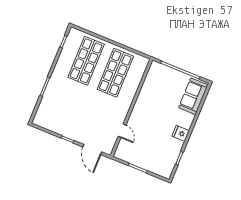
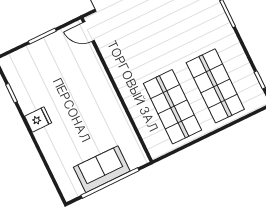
sofa: (193, 96) -> (102, 169), moved, turned -90
door: (122, 131) -> (88, 32), moved

